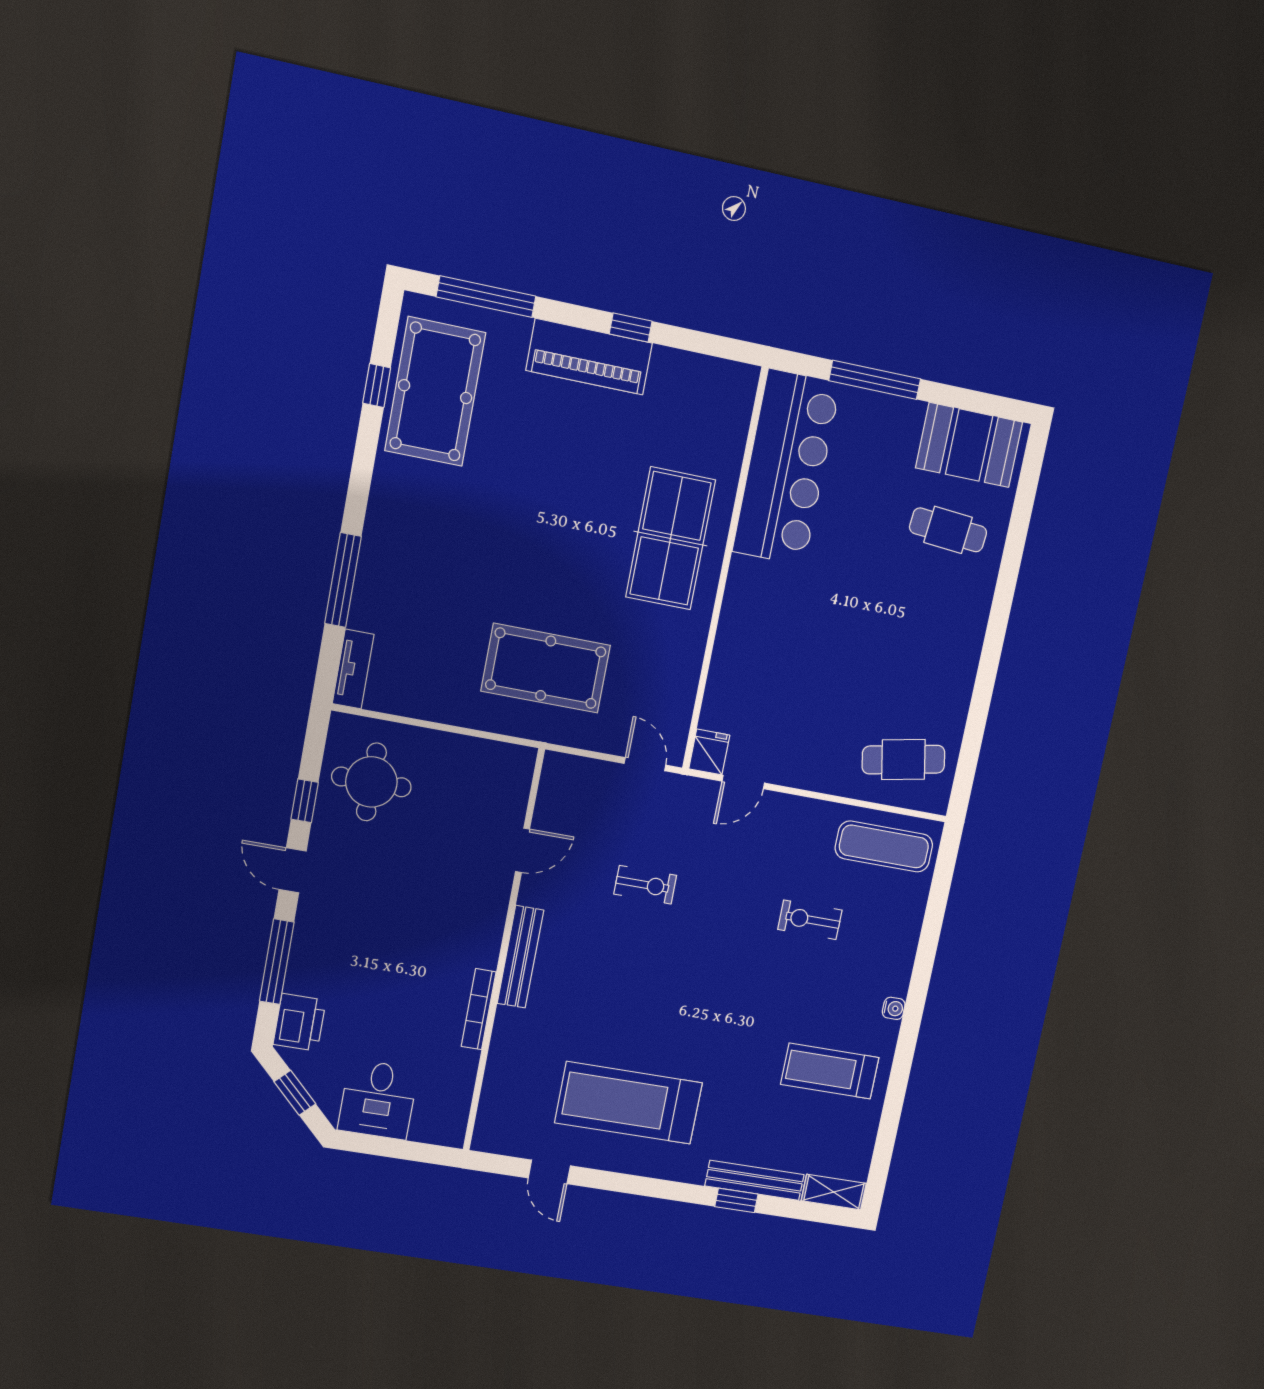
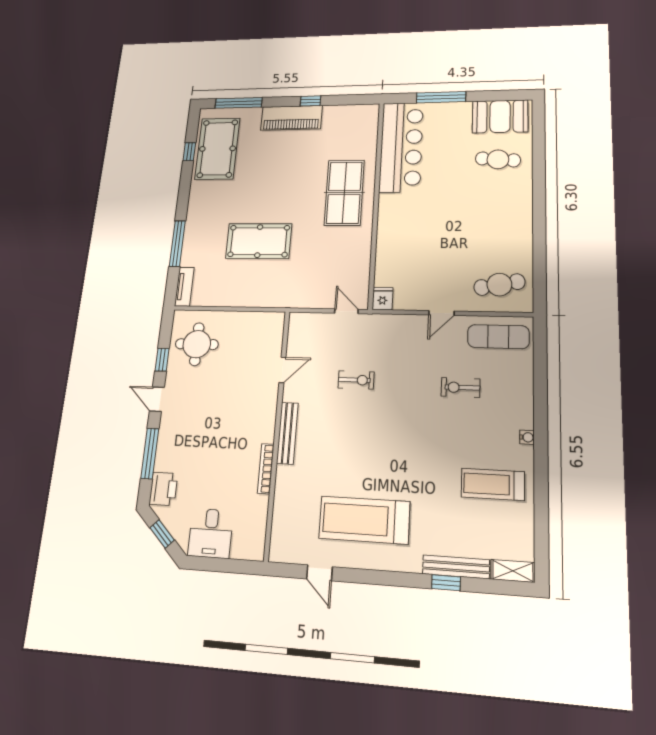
pool table: (546, 668) -> (259, 241), moved
door: (743, 782) -> (441, 313), moved

